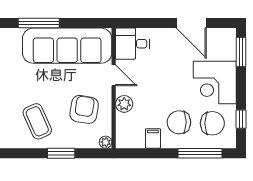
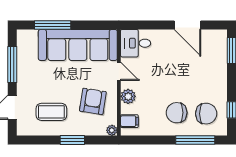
corner desk: (215, 82) -> (208, 78), removed
coffee table: (37, 121) -> (51, 112), turned -66
filing cabinet: (153, 138) -> (129, 121), moved, turned 90

